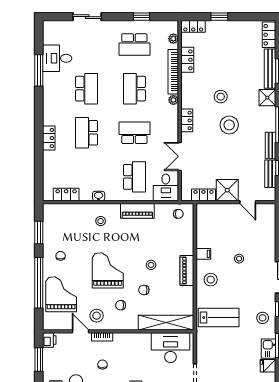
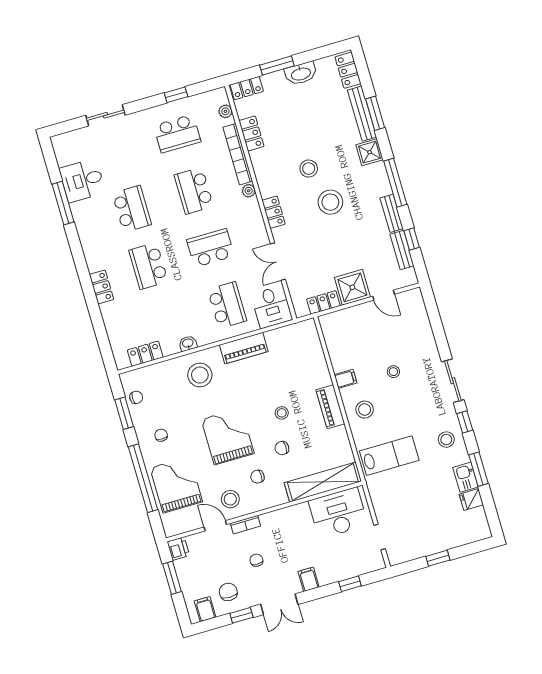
window: (219, 17) -> (277, 65), width x1.50
washbasin: (235, 27) -> (301, 74), added
chair: (178, 214) -> (136, 397), moved
stool: (101, 221) -> (200, 375), width x1.89, depth x1.89

